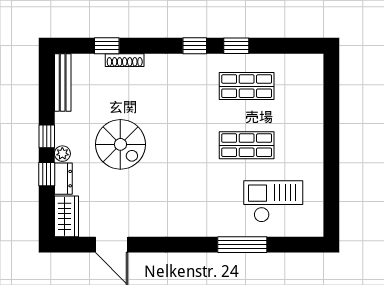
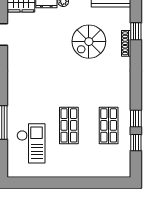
window: (195, 46) -> (136, 143), moved
spiral stairs: (120, 144) -> (89, 42), moved

